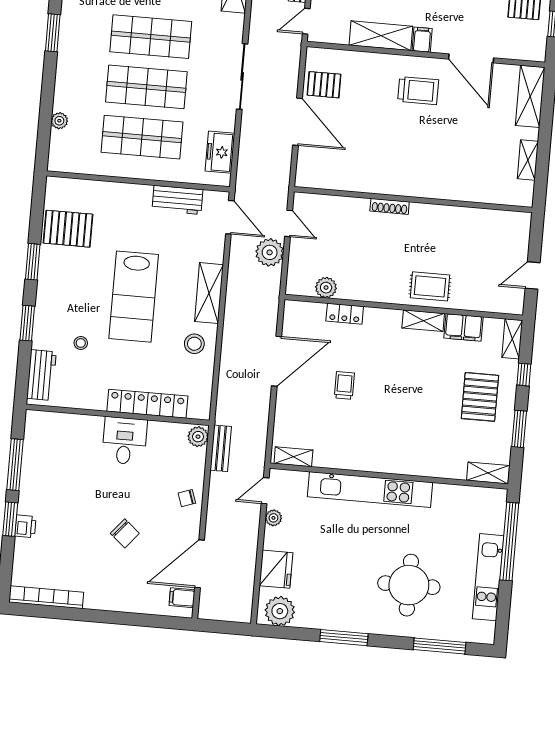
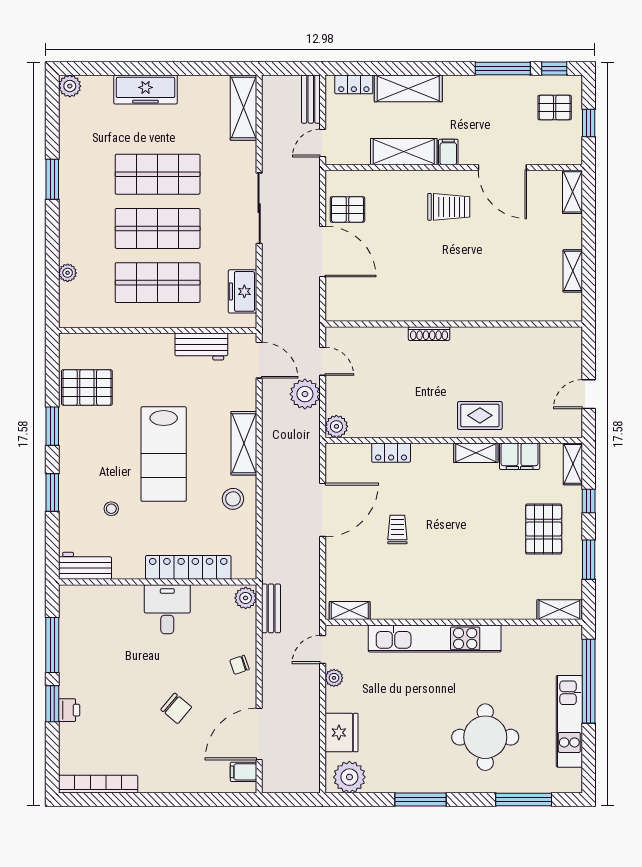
shelving: (530, 96) -> (572, 192), width x0.67, depth x0.75
plant: (326, 288) -> (336, 426), moved
workbench: (41, 375) -> (85, 566), moved, turned -90

